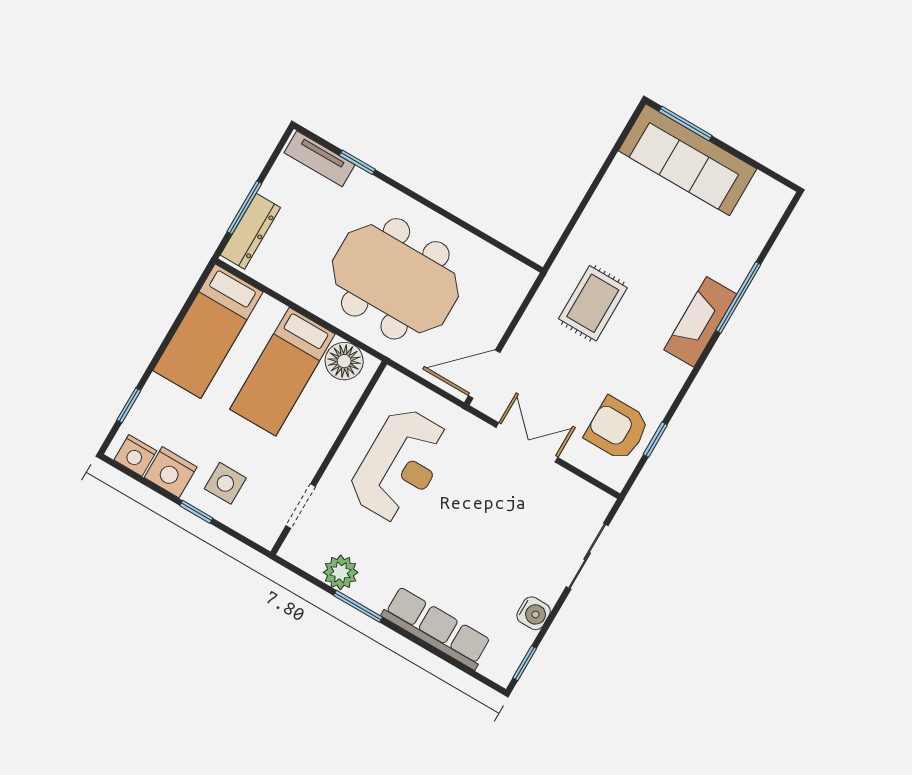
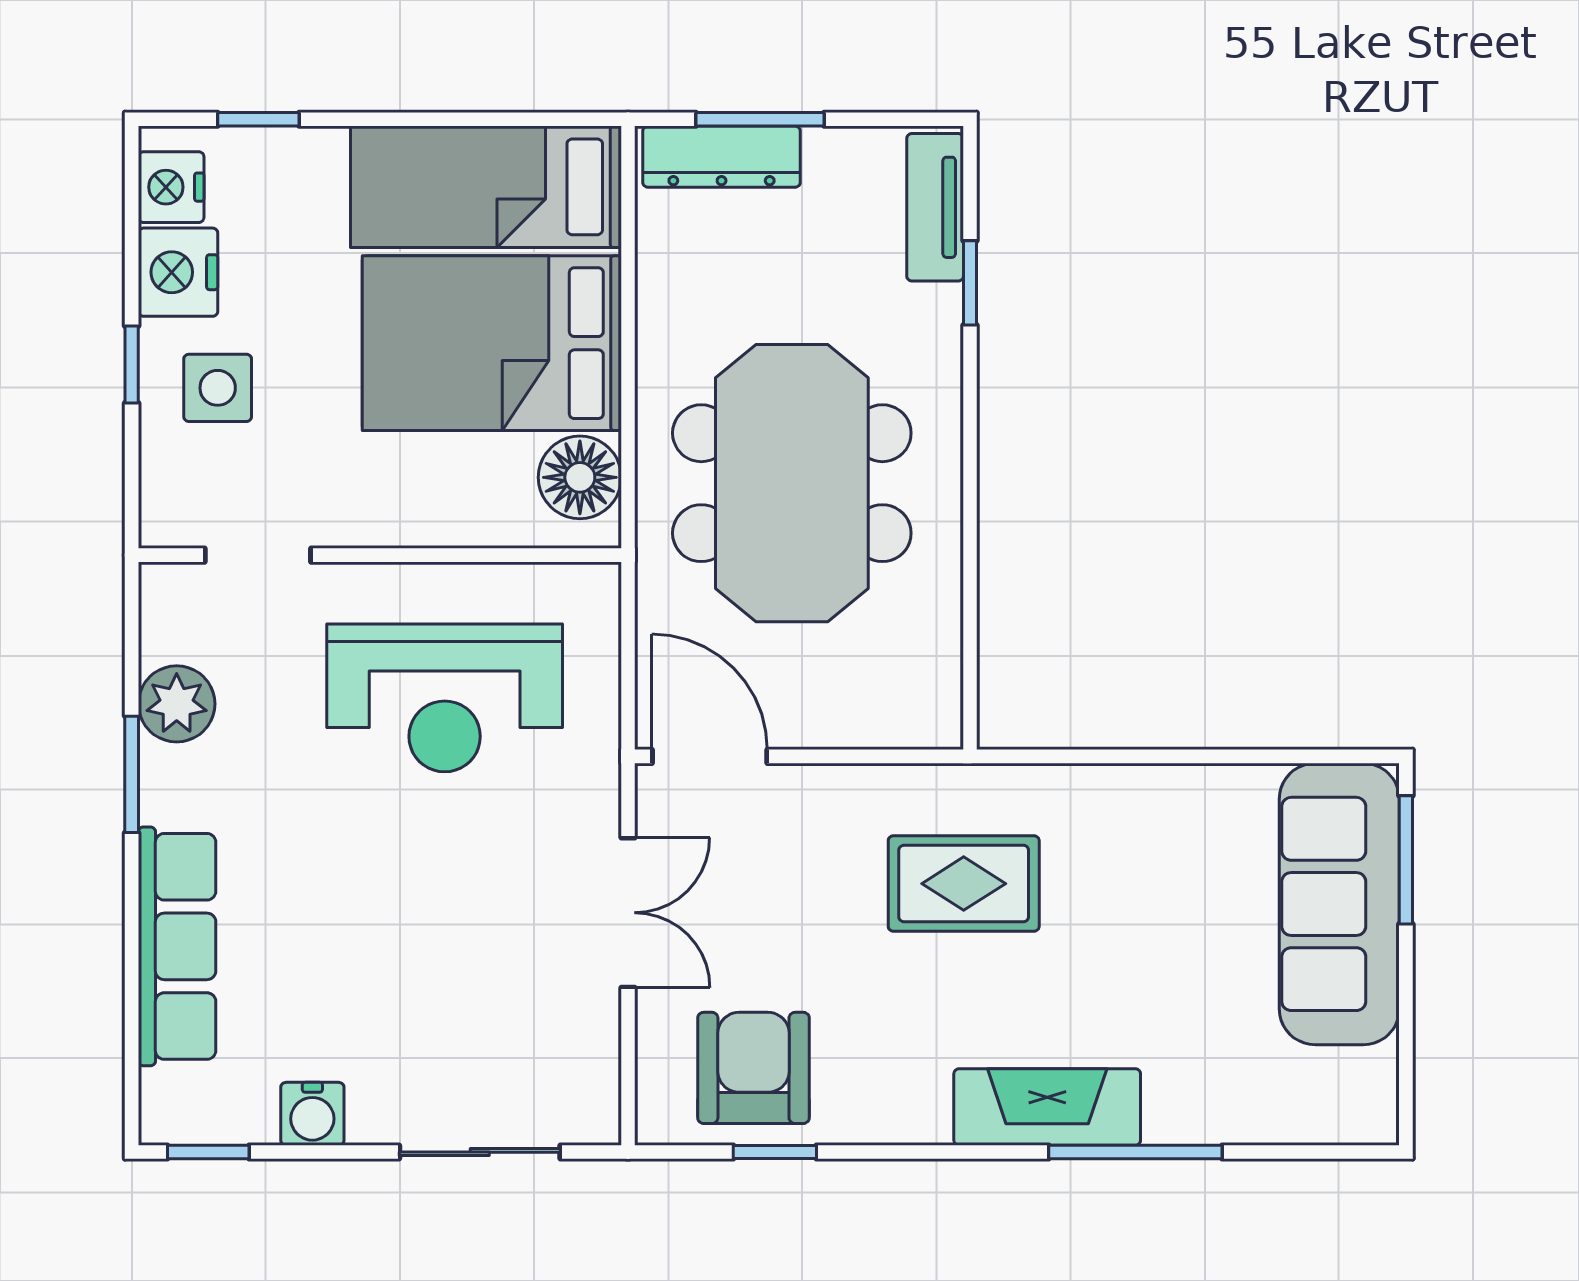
bed: (282, 372) -> (492, 343), width x1.50

